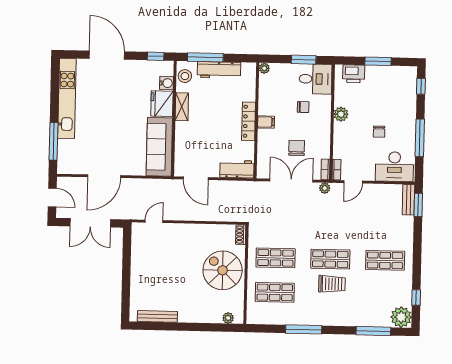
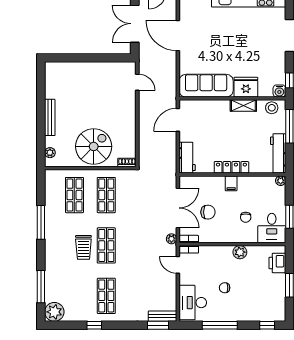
workbench: (219, 70) -> (278, 153), moved
water cooler: (167, 83) -> (279, 91), moved
window: (416, 298) -> (94, 325), moved
bench: (157, 316) -> (50, 117), moved

